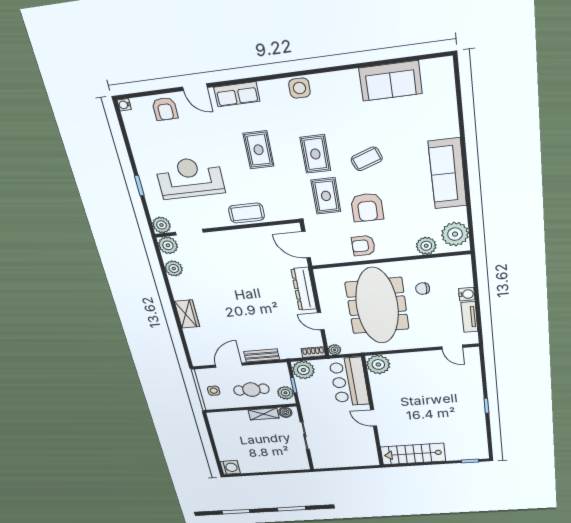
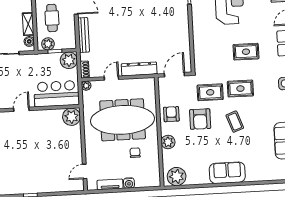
sofa: (447, 174) -> (227, 173), width x0.73
armchair: (367, 207) -> (200, 119), turned -90
coffee table: (246, 213) -> (201, 37), removed
plant: (426, 246) -> (168, 142), moved
bench: (262, 355) -> (84, 35), width x1.36

